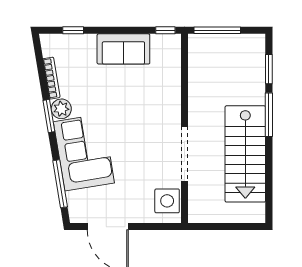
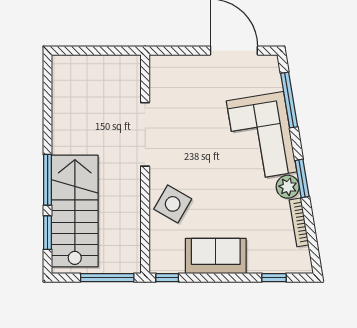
stairs: (245, 154) -> (75, 211), moved
side table: (167, 201) -> (173, 204), moved, turned 30

